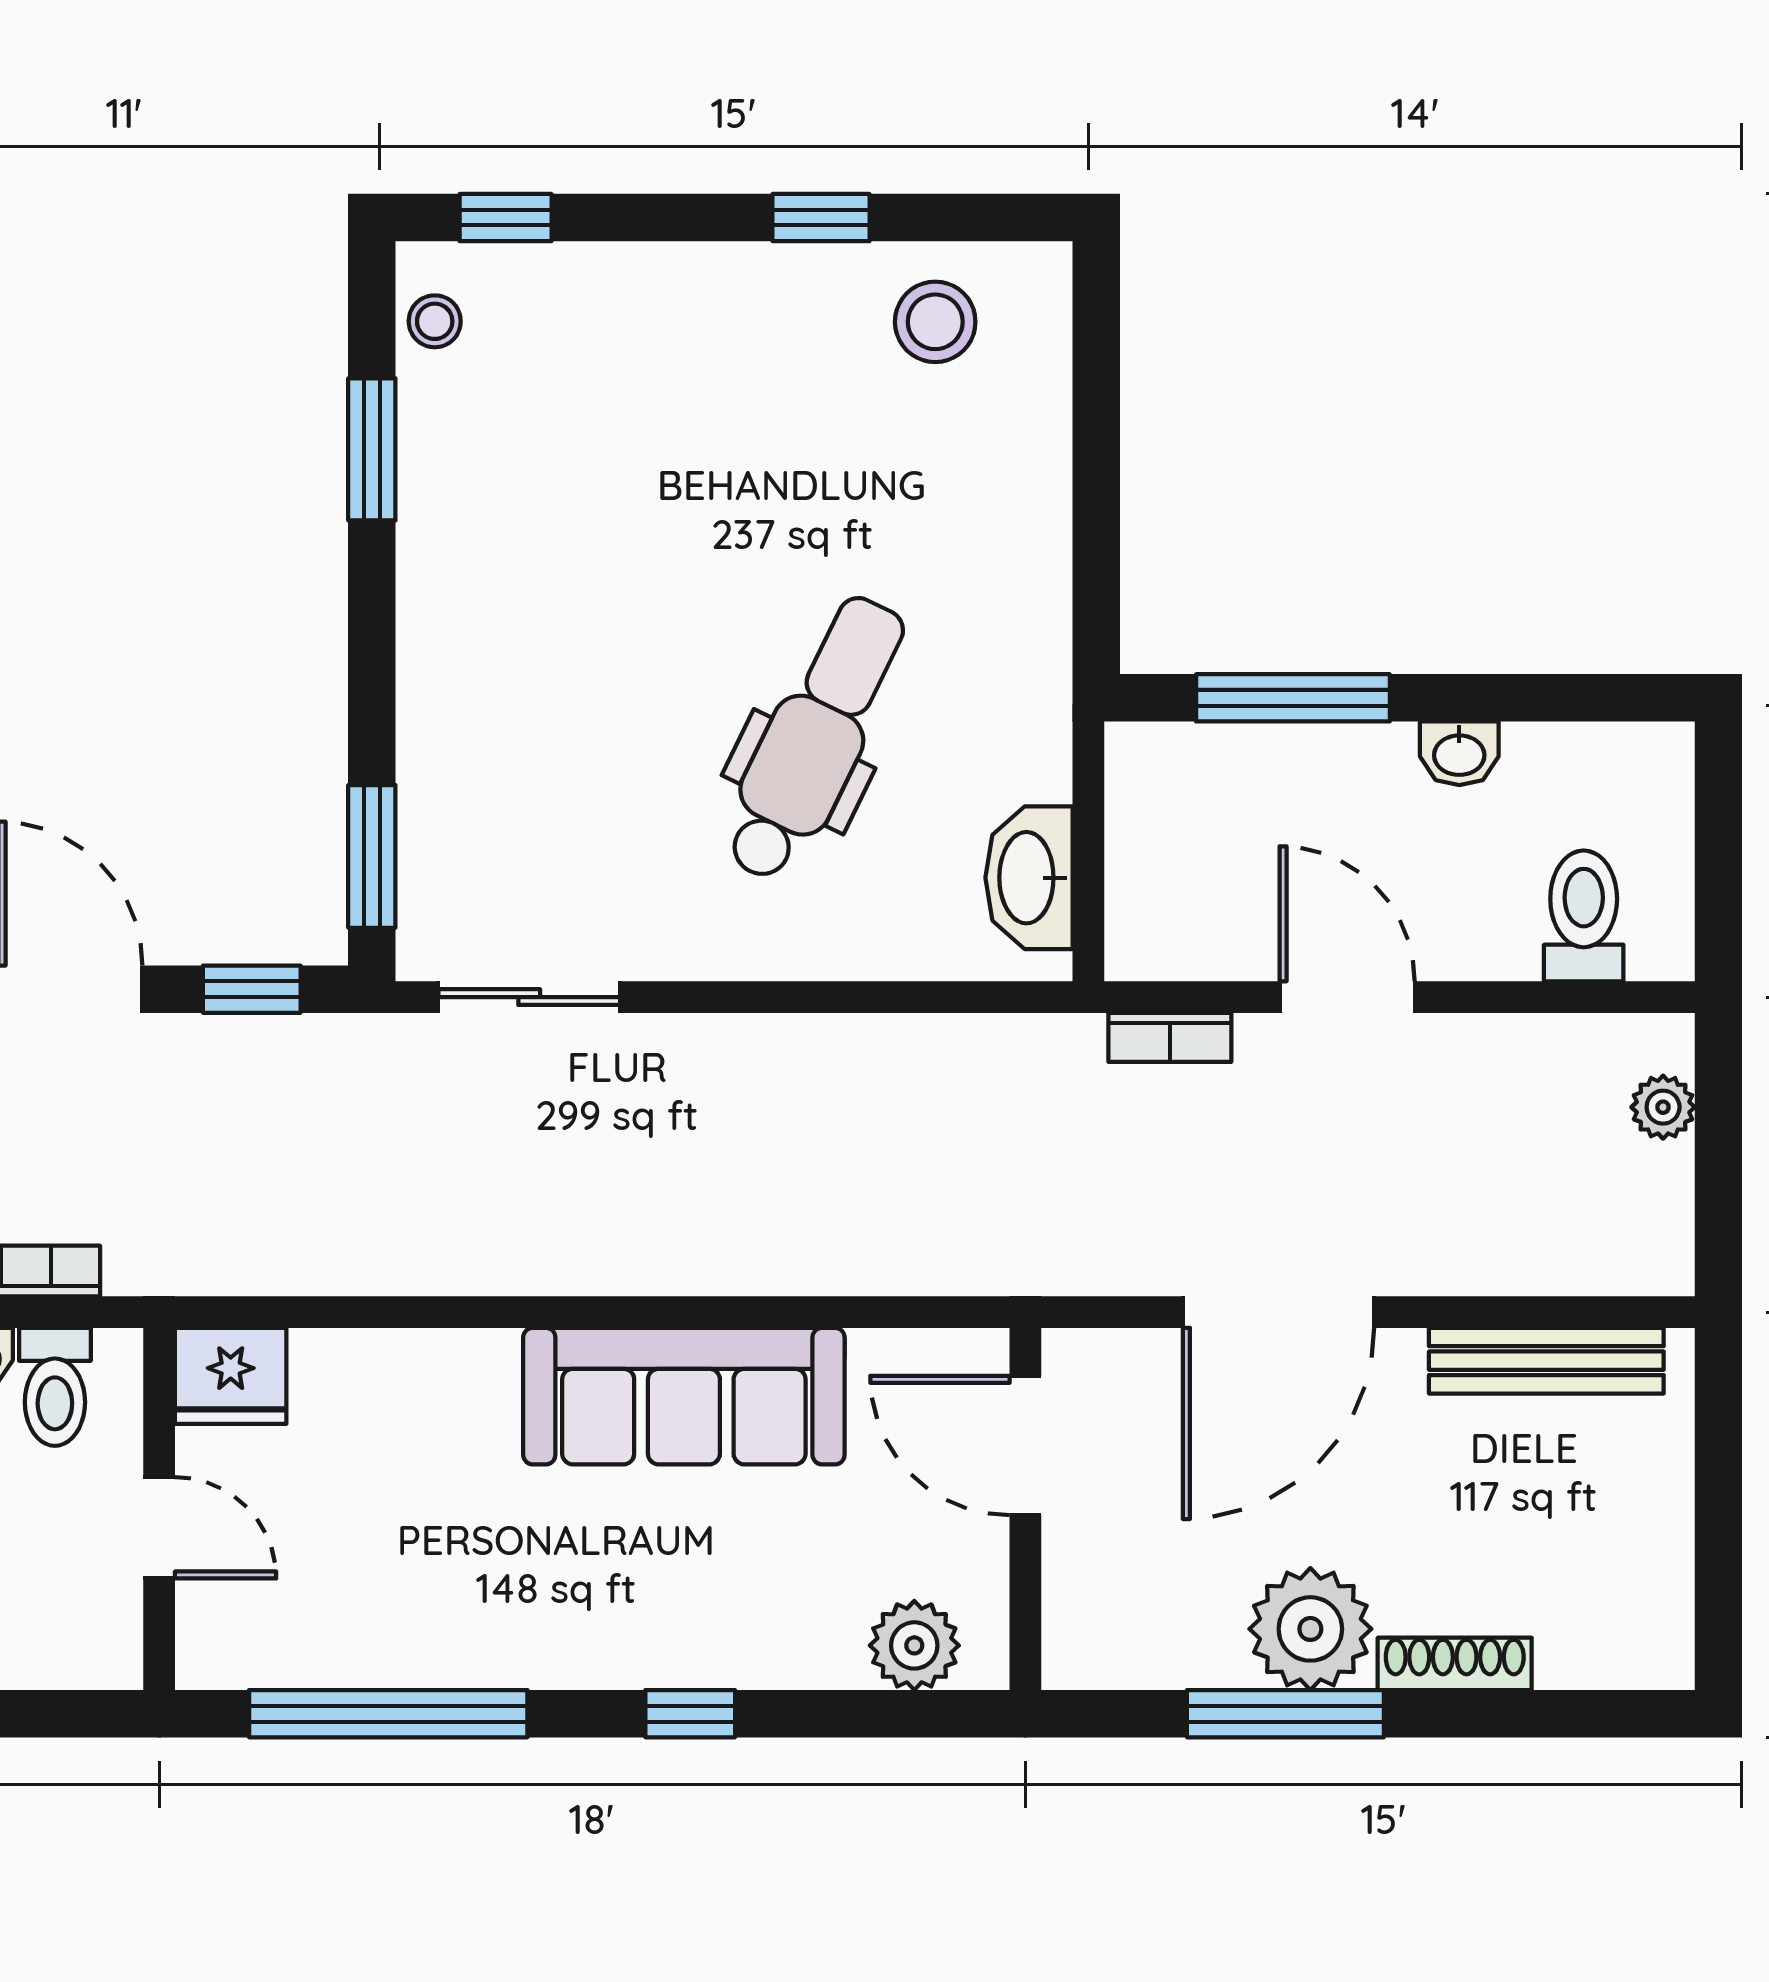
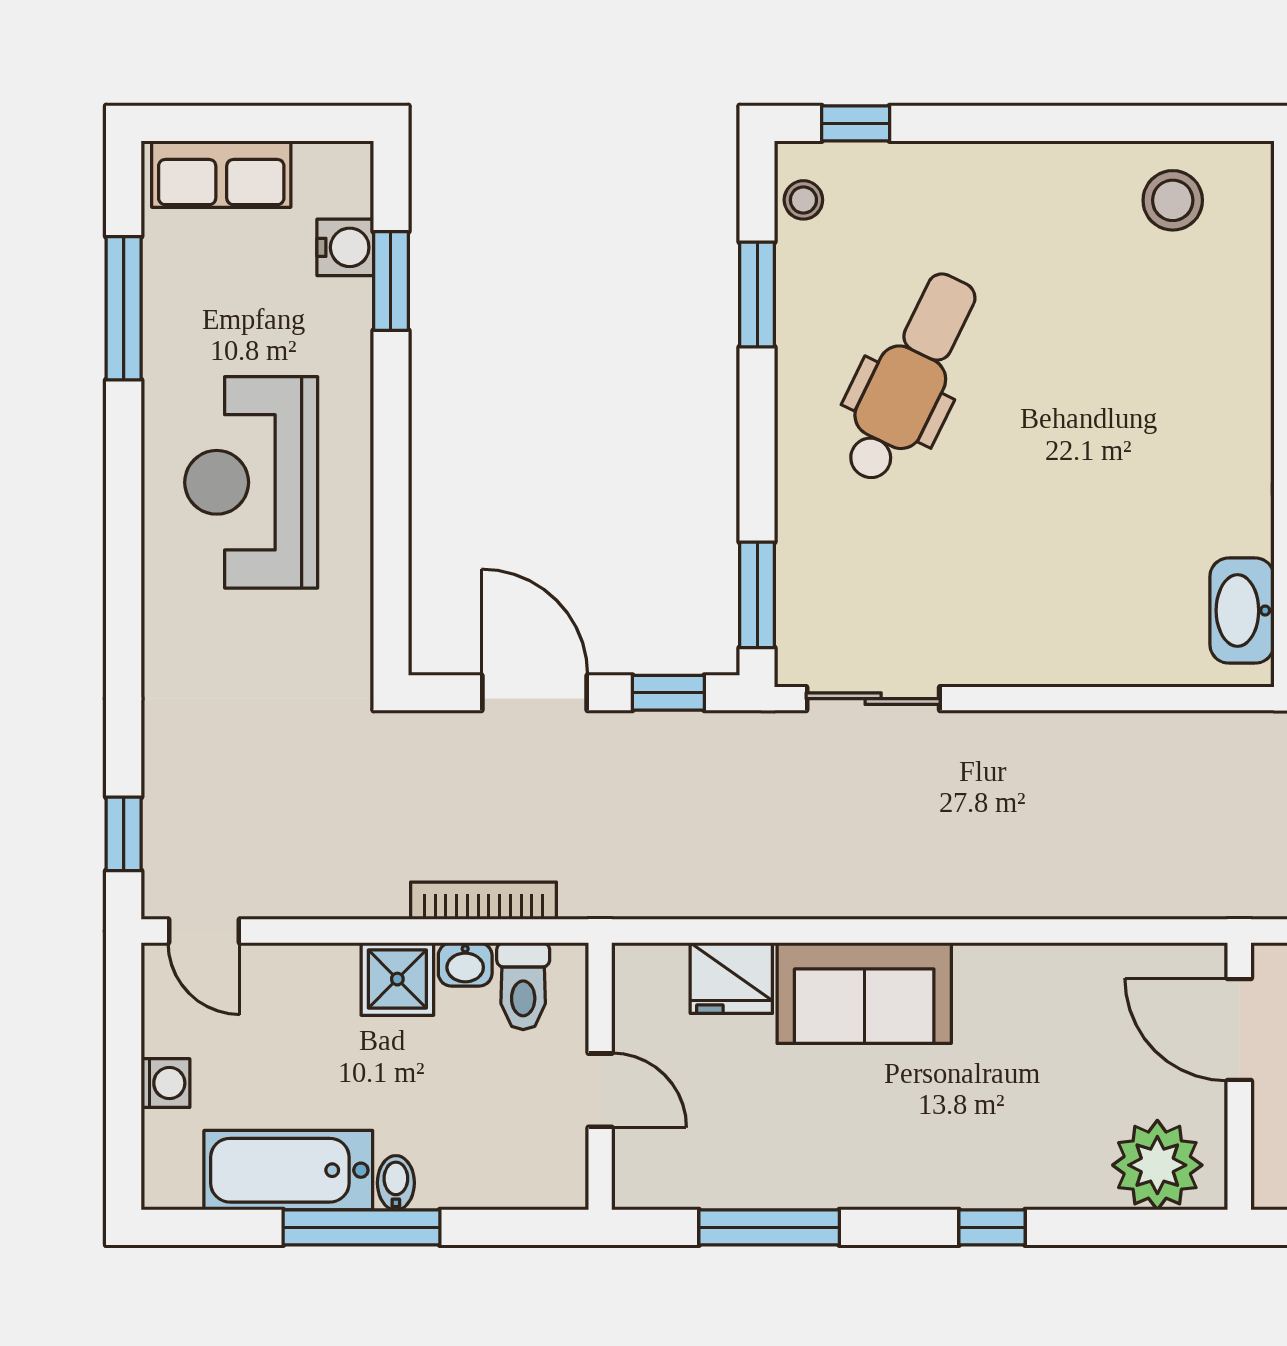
window: (821, 218) -> (1088, 123), removed
dental chair: (815, 739) -> (910, 378), moved
fridge: (231, 1376) -> (731, 978), moved
sofa: (684, 1396) -> (864, 993), moved, width x0.73
plant: (914, 1645) -> (1157, 1165), width x1.36, depth x1.36
window: (388, 1714) -> (769, 1227), width x0.68

